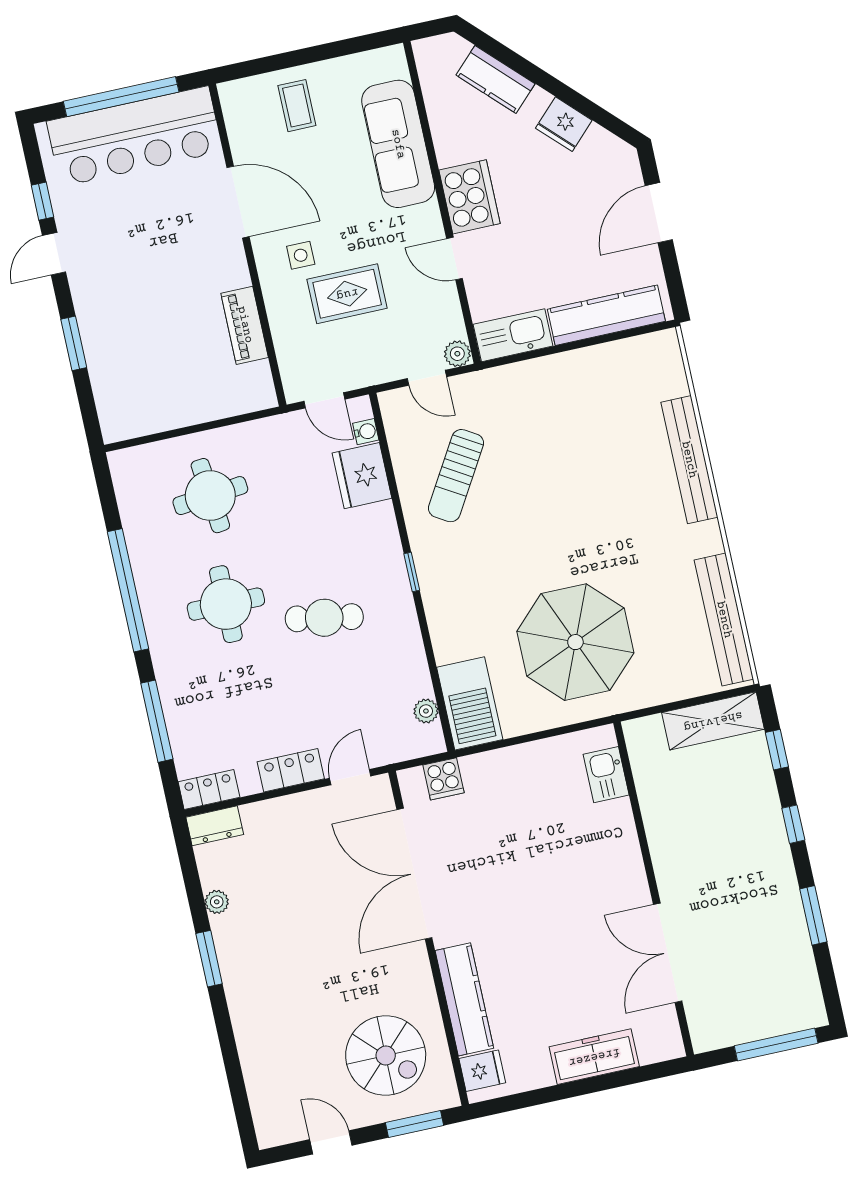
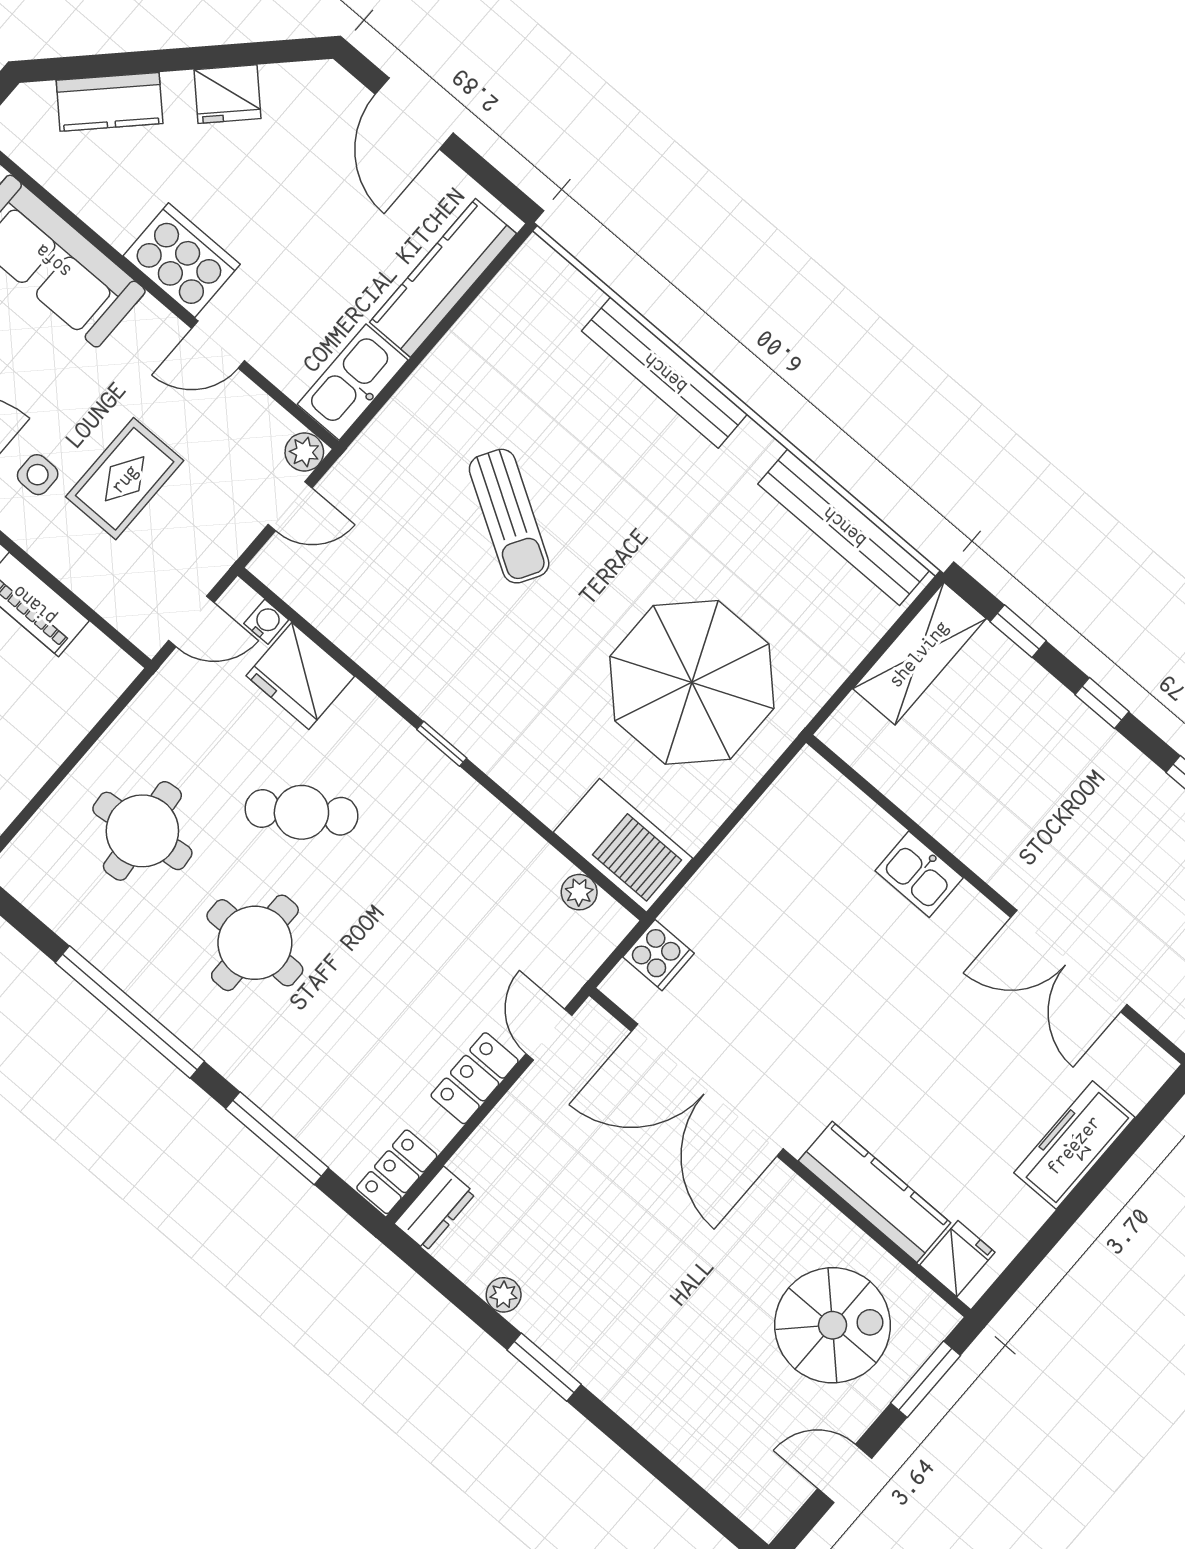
sun lounger: (456, 476) -> (509, 516), moved
cafe table: (324, 618) -> (301, 812), moved, turned 45
kitchen sink: (606, 775) -> (919, 874), moved

